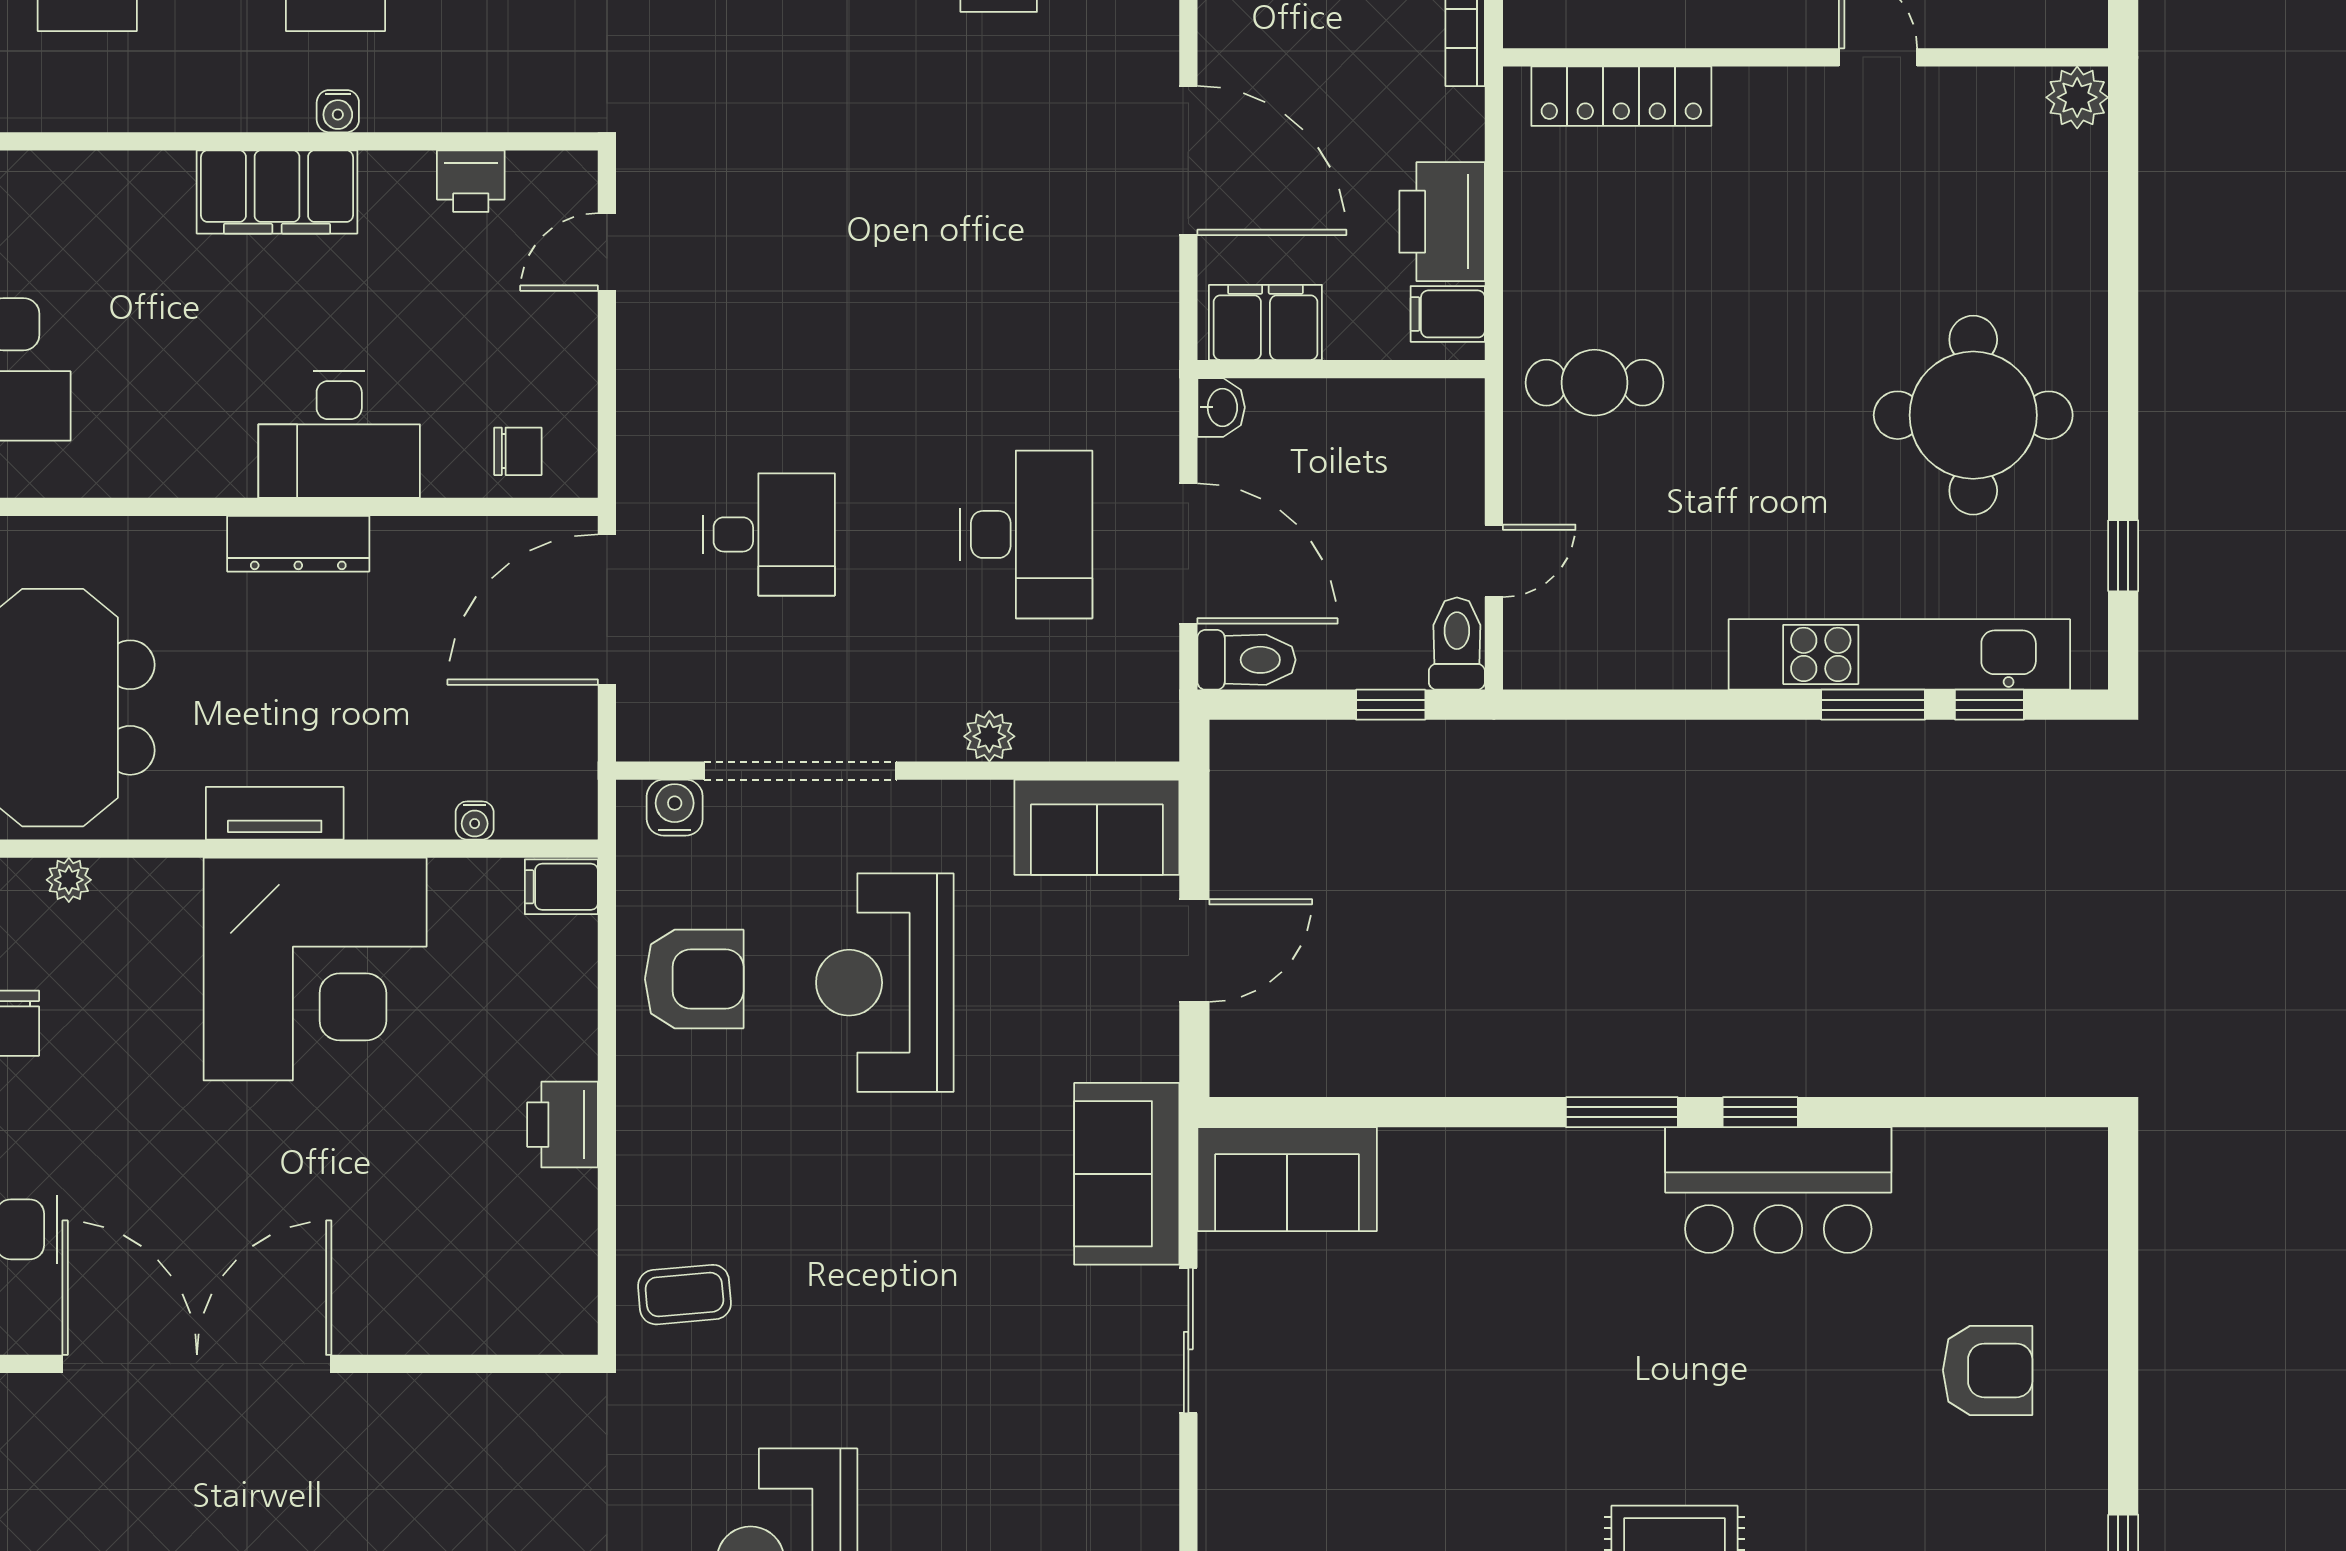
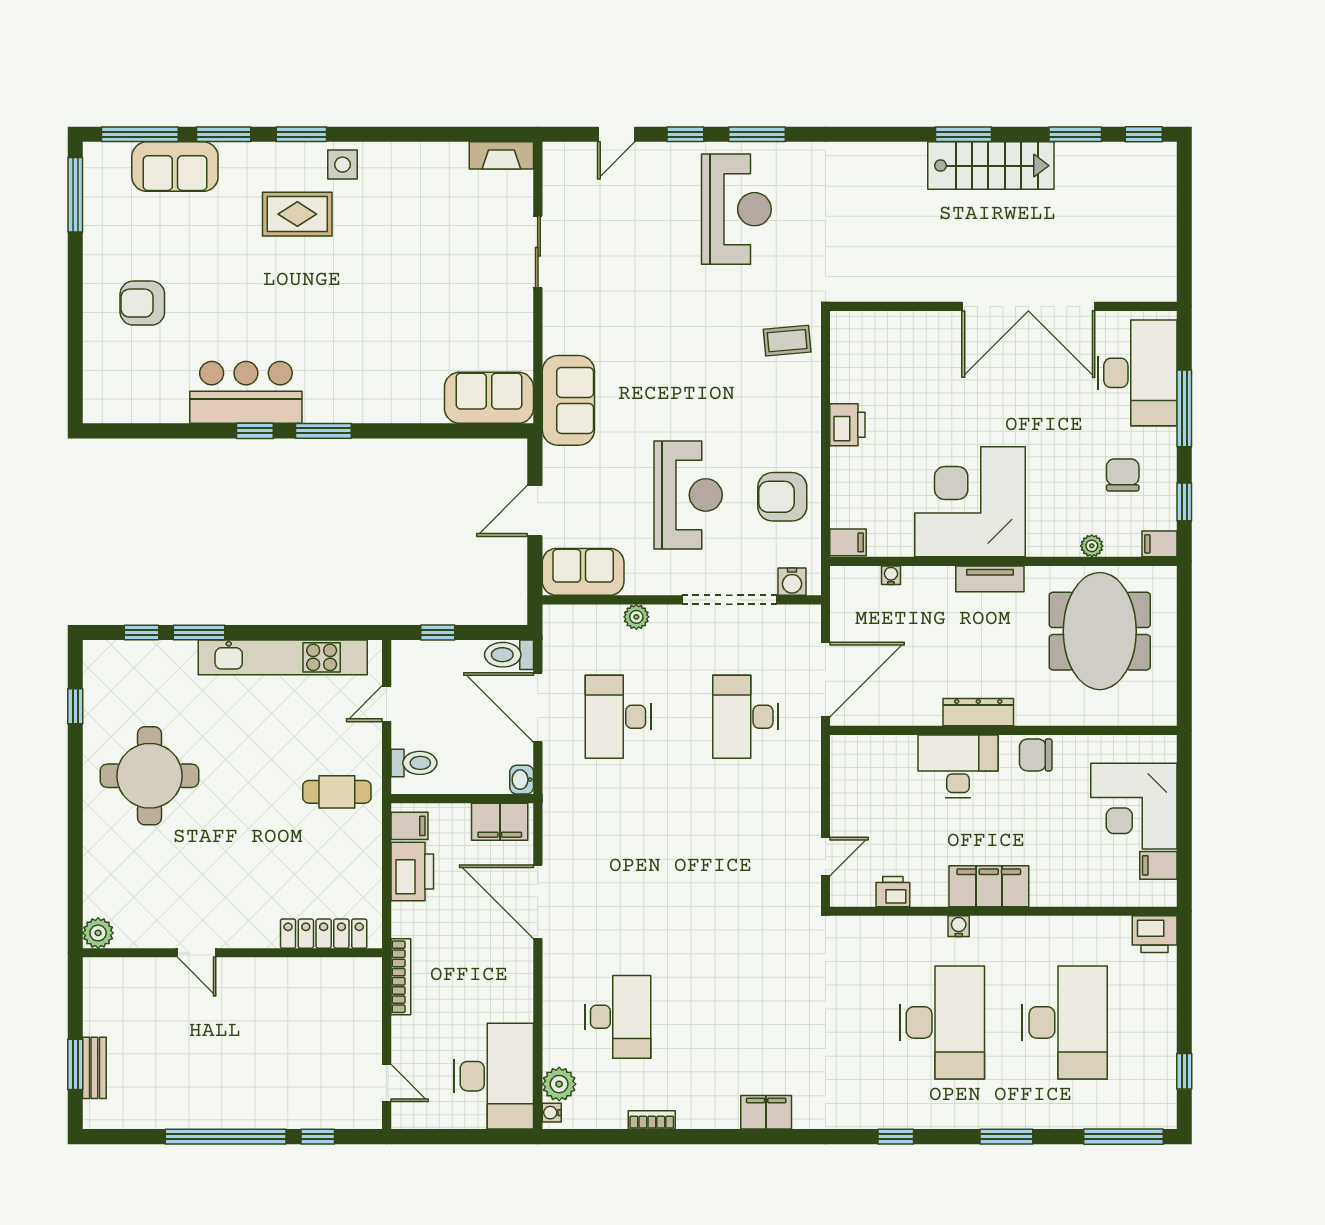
chair: (518, 451) -> (1036, 755), moved, width x1.37, depth x1.37
desk: (769, 534) -> (745, 717), width x1.37
toilet: (1457, 644) -> (414, 763), moved, turned -90
kitchen unit: (1899, 654) -> (283, 657), moved
sliding door: (1188, 1341) -> (538, 252), moved

